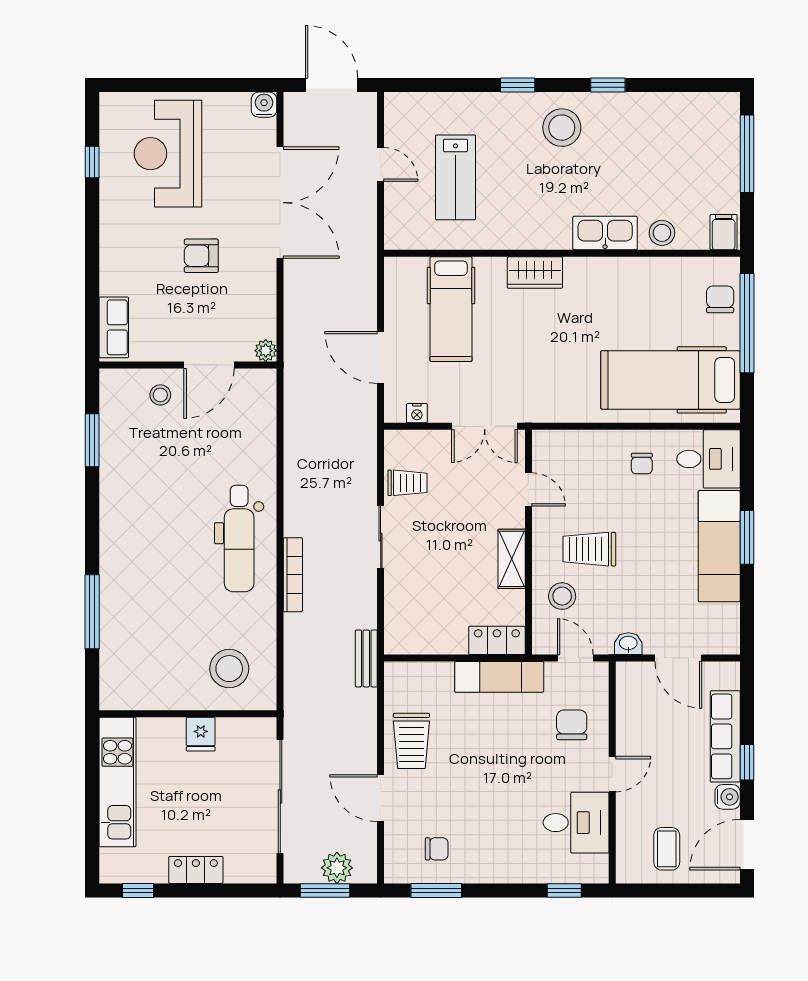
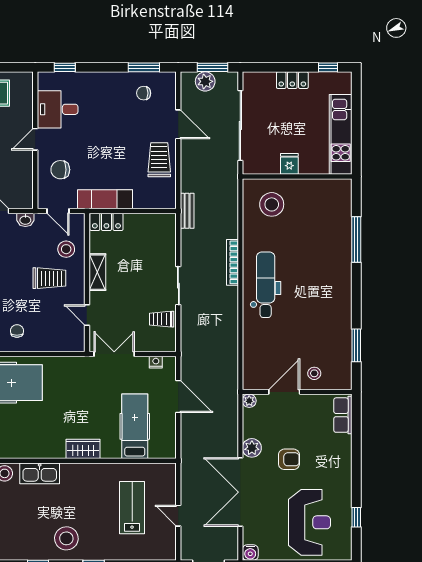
plant: (261, 274) -> (252, 448), added
chair: (572, 725) -> (60, 170), turned 90

